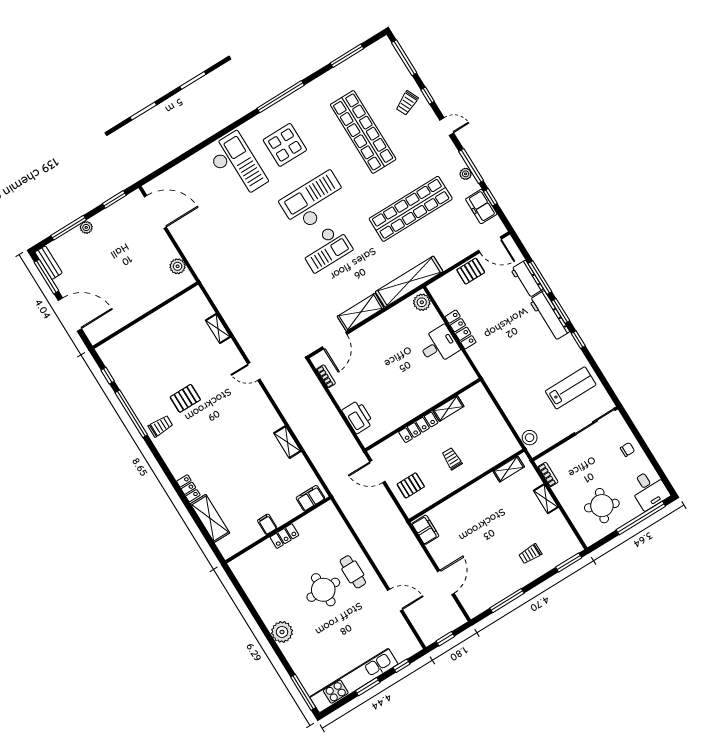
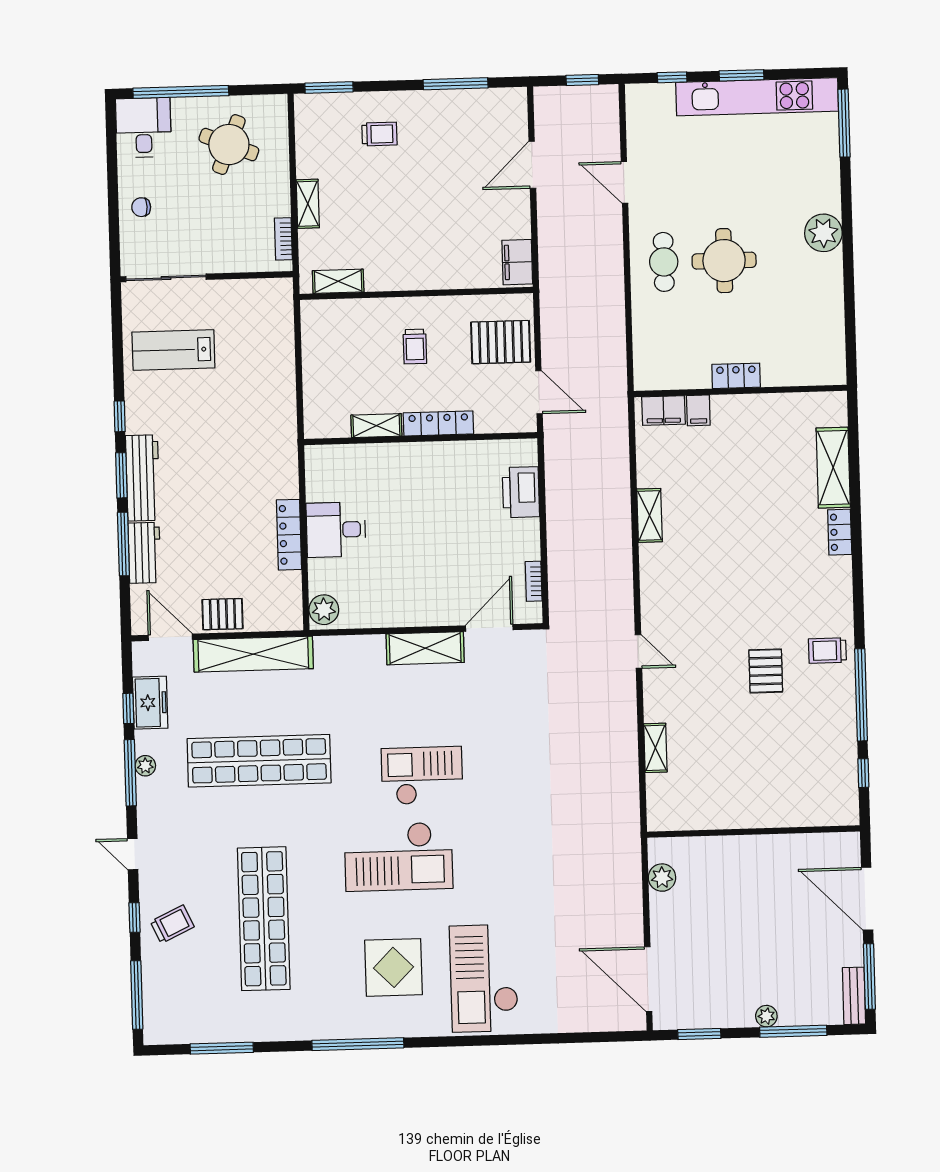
shelving: (409, 282) -> (253, 654), moved
pallet: (185, 398) -> (766, 671), turned 90
stool: (530, 438) -> (279, 311), removed
pallet: (411, 485) -> (501, 342), width x1.50, depth x1.42
filing cabinet: (267, 524) -> (698, 410), moved

